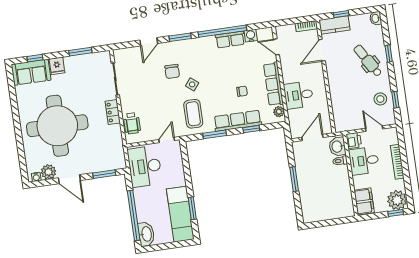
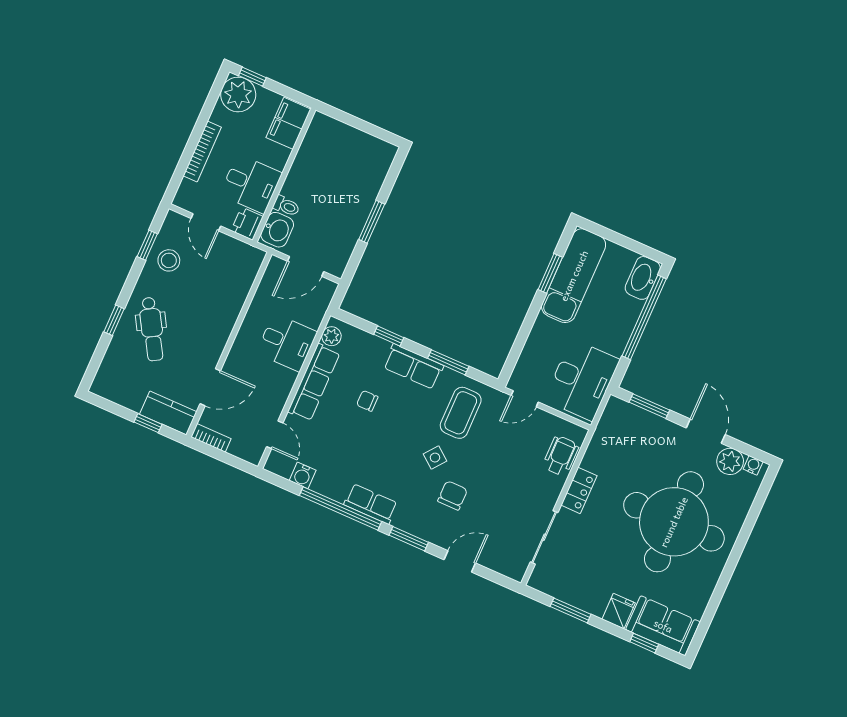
washbasin: (376, 18) -> (101, 385), removed
row of seats: (230, 40) -> (371, 504), moved
row of seats: (238, 121) -> (413, 366), width x0.68

